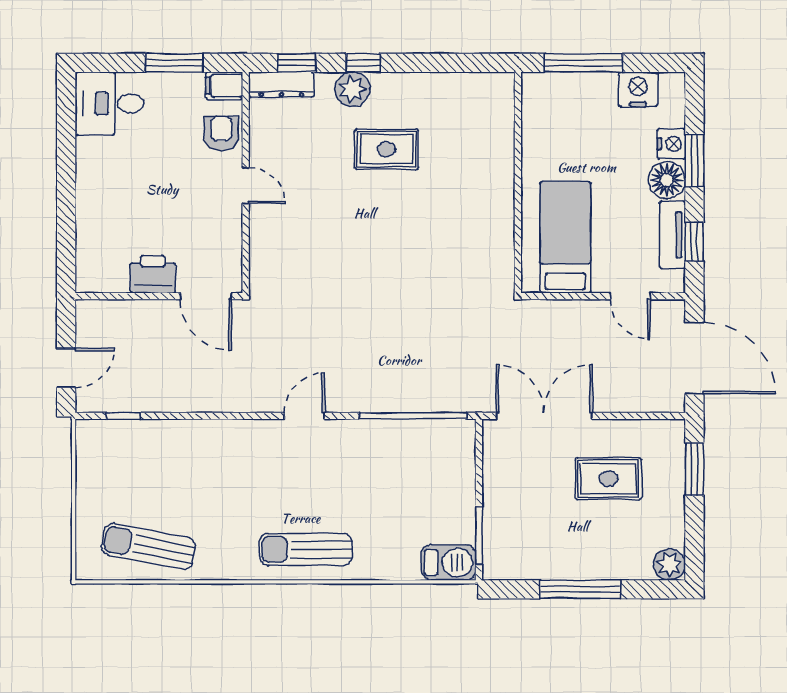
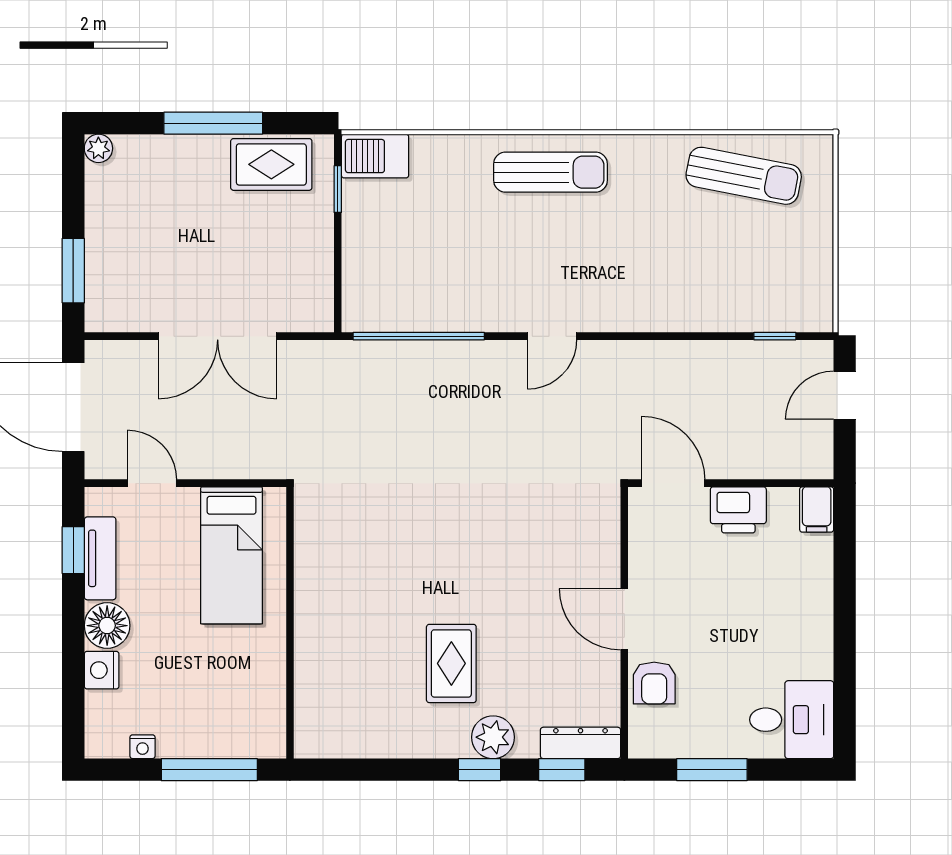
filing cabinet: (224, 86) -> (817, 509), moved, turned 90
nightstand: (638, 89) -> (143, 747), width x0.53, depth x0.56
rug: (386, 149) -> (451, 663), turned 90
window: (694, 160) -> (73, 650), removed
door: (246, 185) -> (624, 619), width x1.38
double door: (544, 416) -> (218, 336), moved
rug: (609, 479) -> (271, 164), moved
window: (479, 536) -> (338, 189), width x0.67
plant: (669, 564) -> (98, 148), width x0.73, depth x0.73

